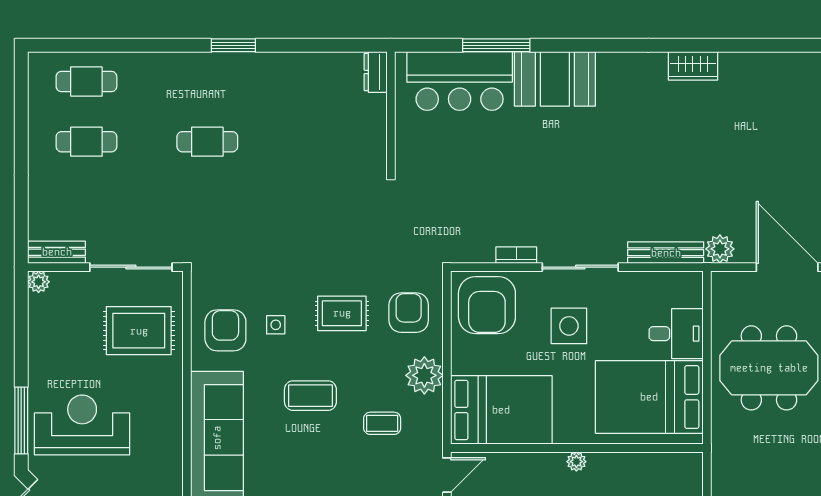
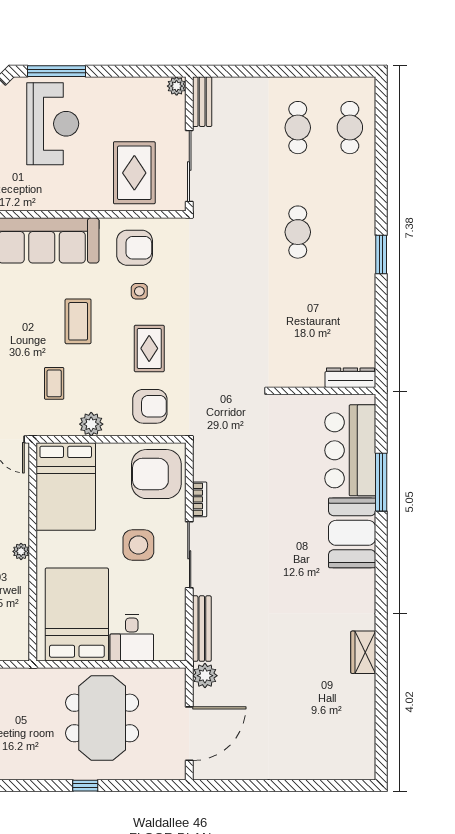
dresser: (376, 72) -> (350, 378), width x1.44
plant: (424, 375) -> (91, 424), width x0.73, depth x0.73

